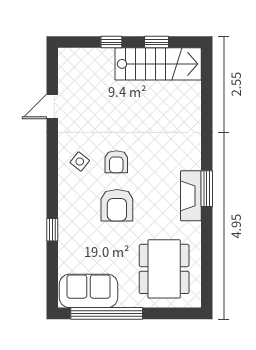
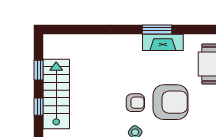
stairs: (158, 64) -> (56, 94), moved
armchair: (117, 205) -> (171, 102), width x1.36, depth x1.36

